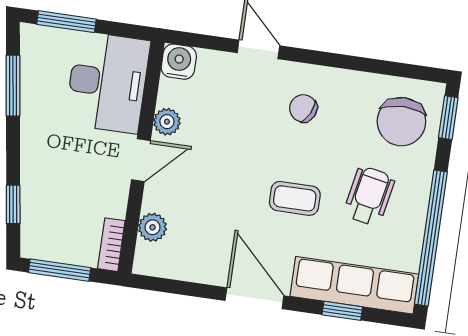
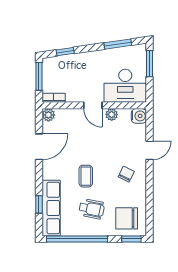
plant: (152, 227) -> (48, 115), moved
door: (254, 298) -> (39, 147), moved

